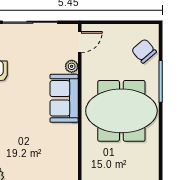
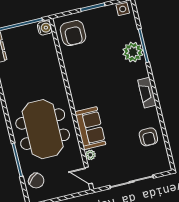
door: (80, 42) -> (89, 176), hinge flipped
meeting table: (121, 111) -> (43, 129), turned 90

